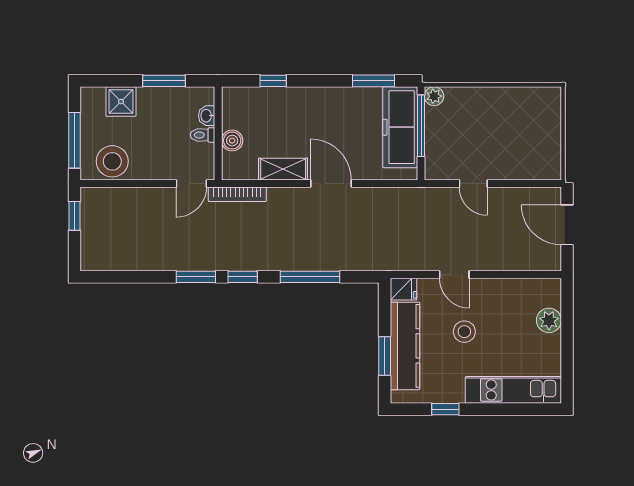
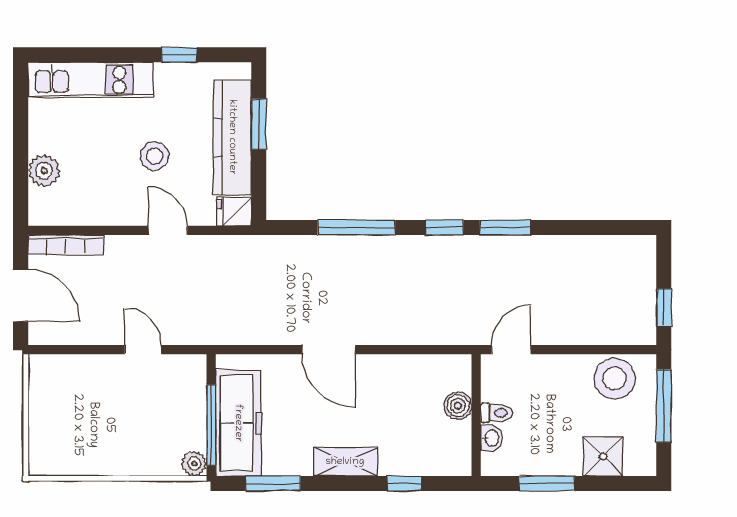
shelving: (283, 169) -> (345, 462), moved
bookcase: (237, 194) -> (66, 245), moved, turned 180

